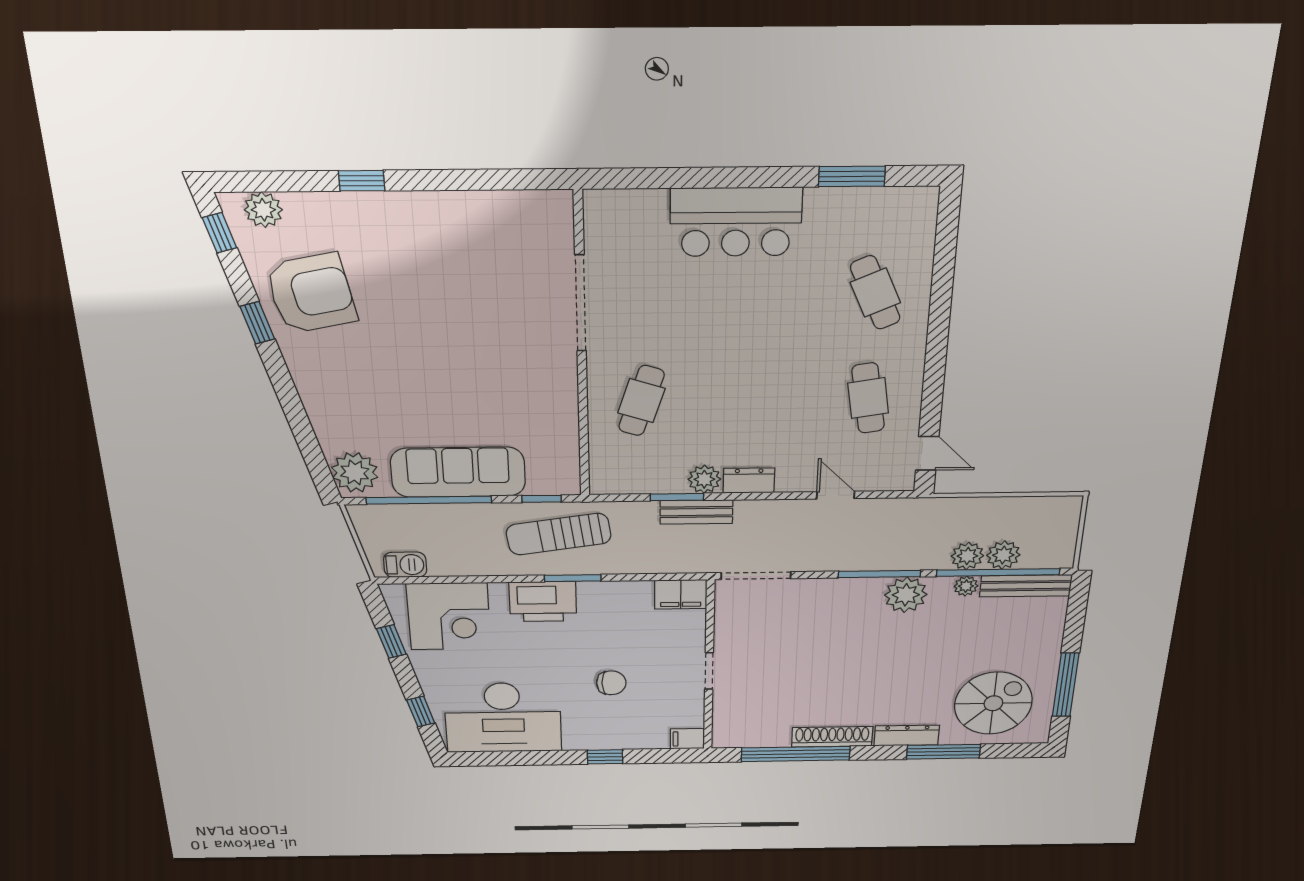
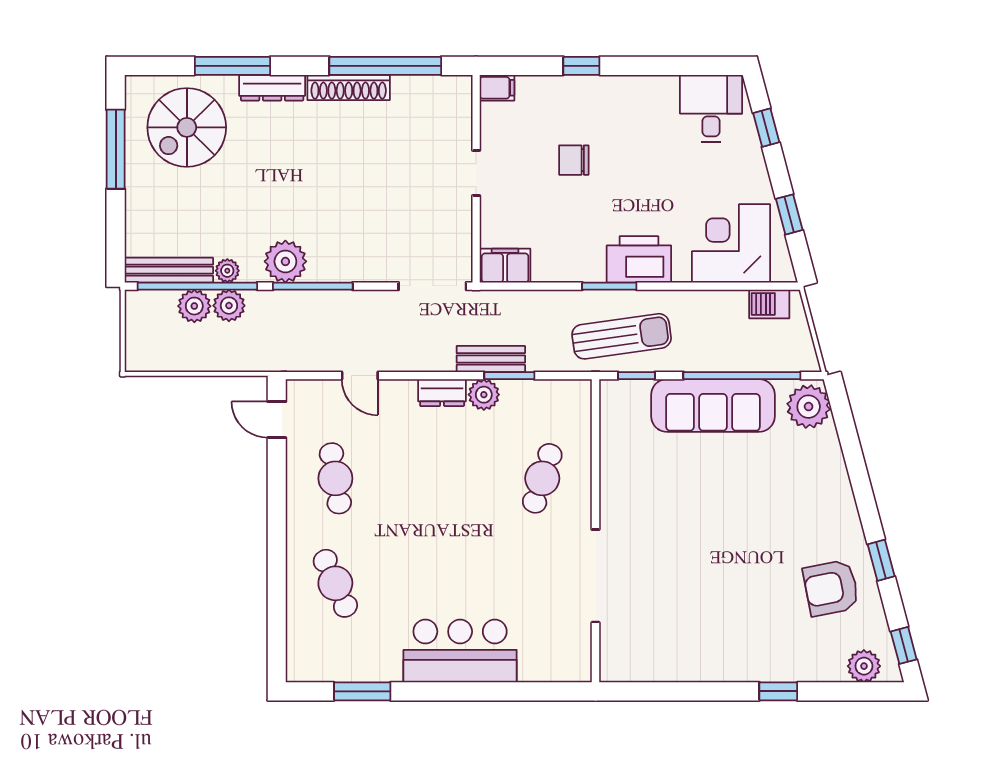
armchair: (311, 293) -> (831, 588), width x0.73, depth x0.73
desk: (503, 718) -> (711, 108), width x0.53, depth x0.77

